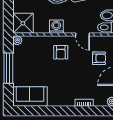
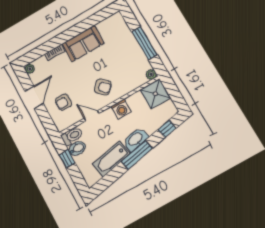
armchair: (61, 52) -> (103, 87), turned 135
sofa: (30, 97) -> (83, 44), moved

